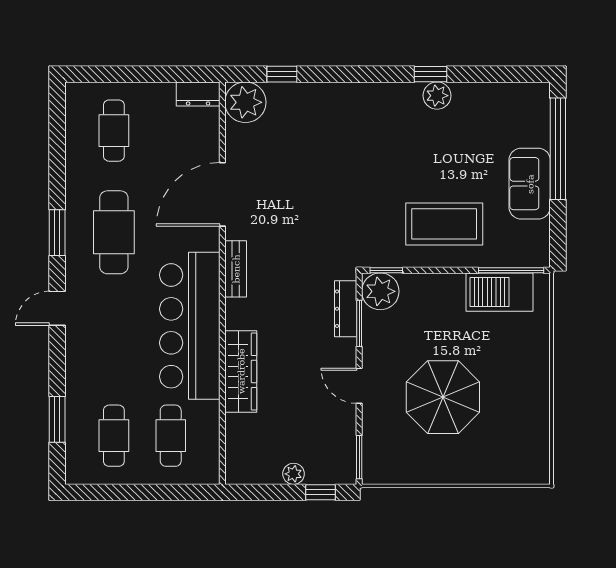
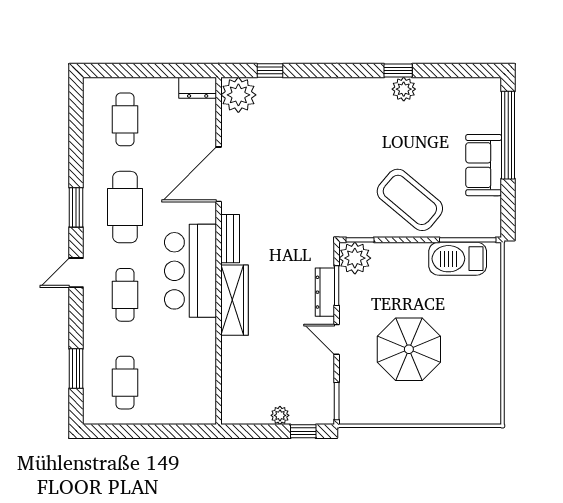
coffee table: (444, 224) -> (410, 200), turned 40
dresser: (346, 309) -> (325, 292), moved
bar counter: (190, 326) -> (190, 271), width x0.73
wardrobe: (241, 371) -> (234, 300), moved
cafe table: (171, 436) -> (125, 295), moved

